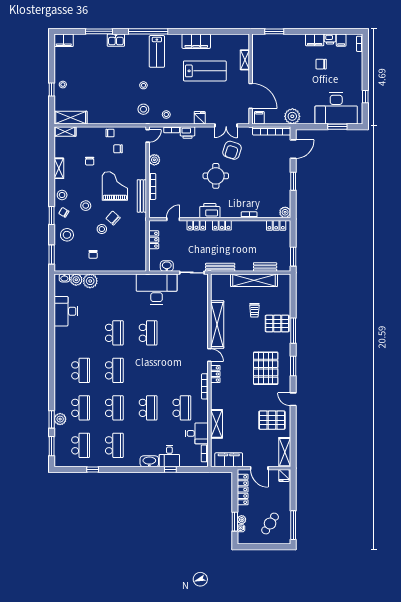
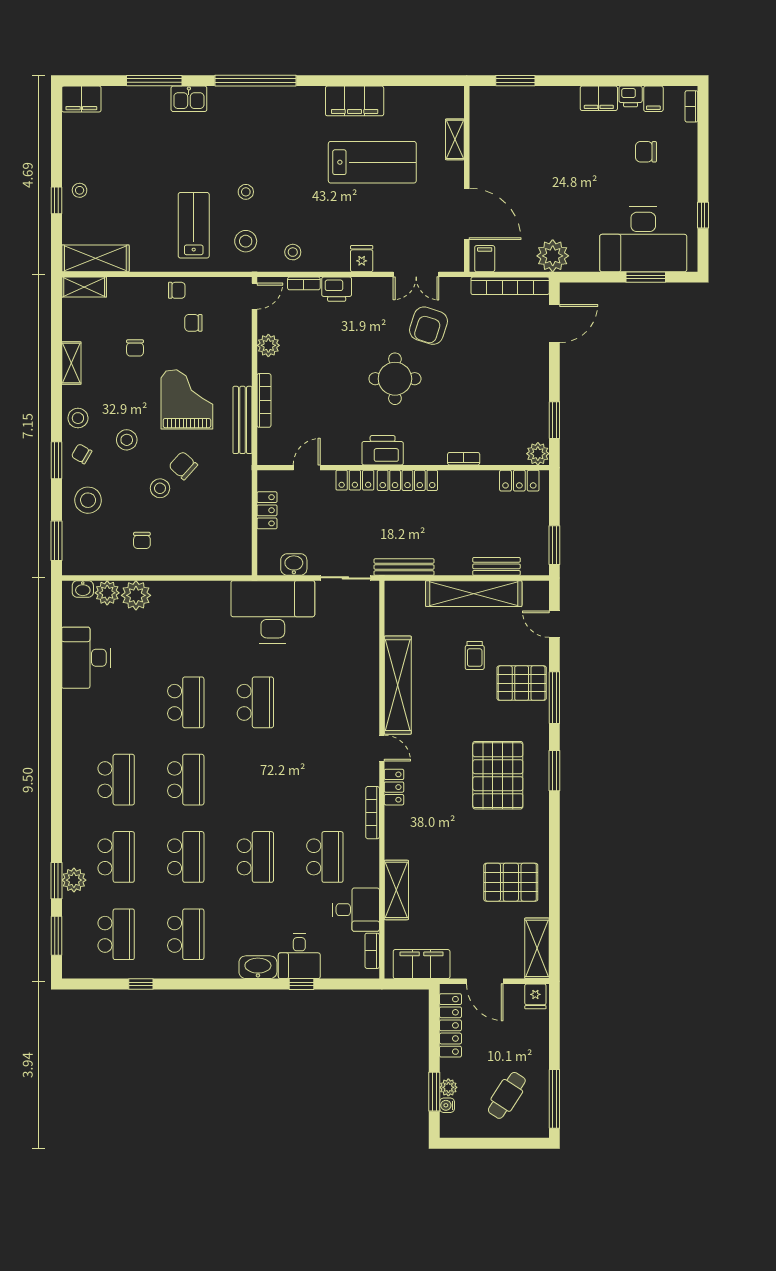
lab bench: (157, 51) -> (194, 225), moved, turned 180
chair: (321, 64) -> (646, 152), moved
window: (293, 181) -> (554, 420), moved
locker: (222, 225) -> (407, 480), width x1.53
door: (293, 399) -> (554, 624), moved

